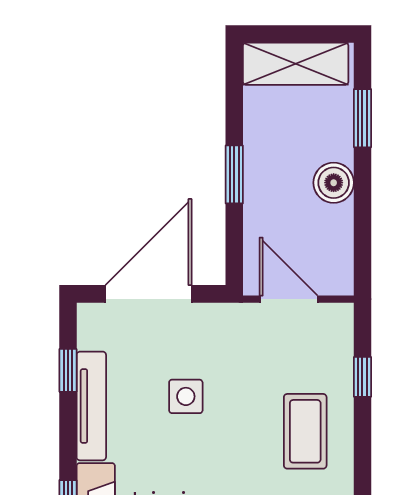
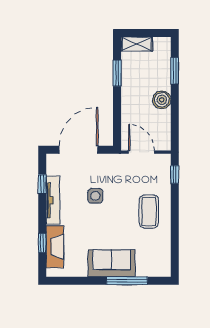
shelving: (296, 64) -> (137, 44), width x0.67, depth x0.75
window: (234, 174) -> (117, 73), moved
window: (362, 377) -> (175, 175), moved

